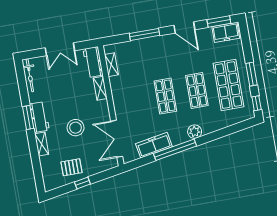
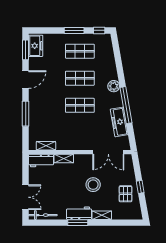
double door: (60, 49) -> (26, 197), moved
shop shelf: (229, 85) -> (80, 51), width x0.70, depth x0.74

